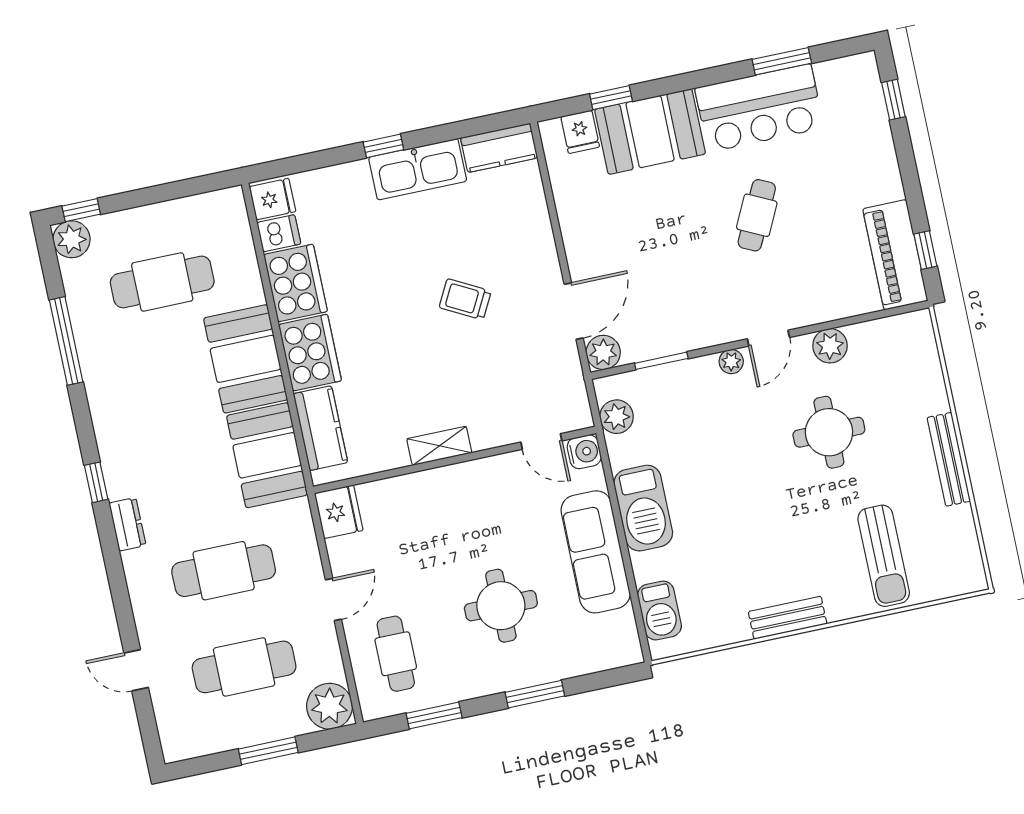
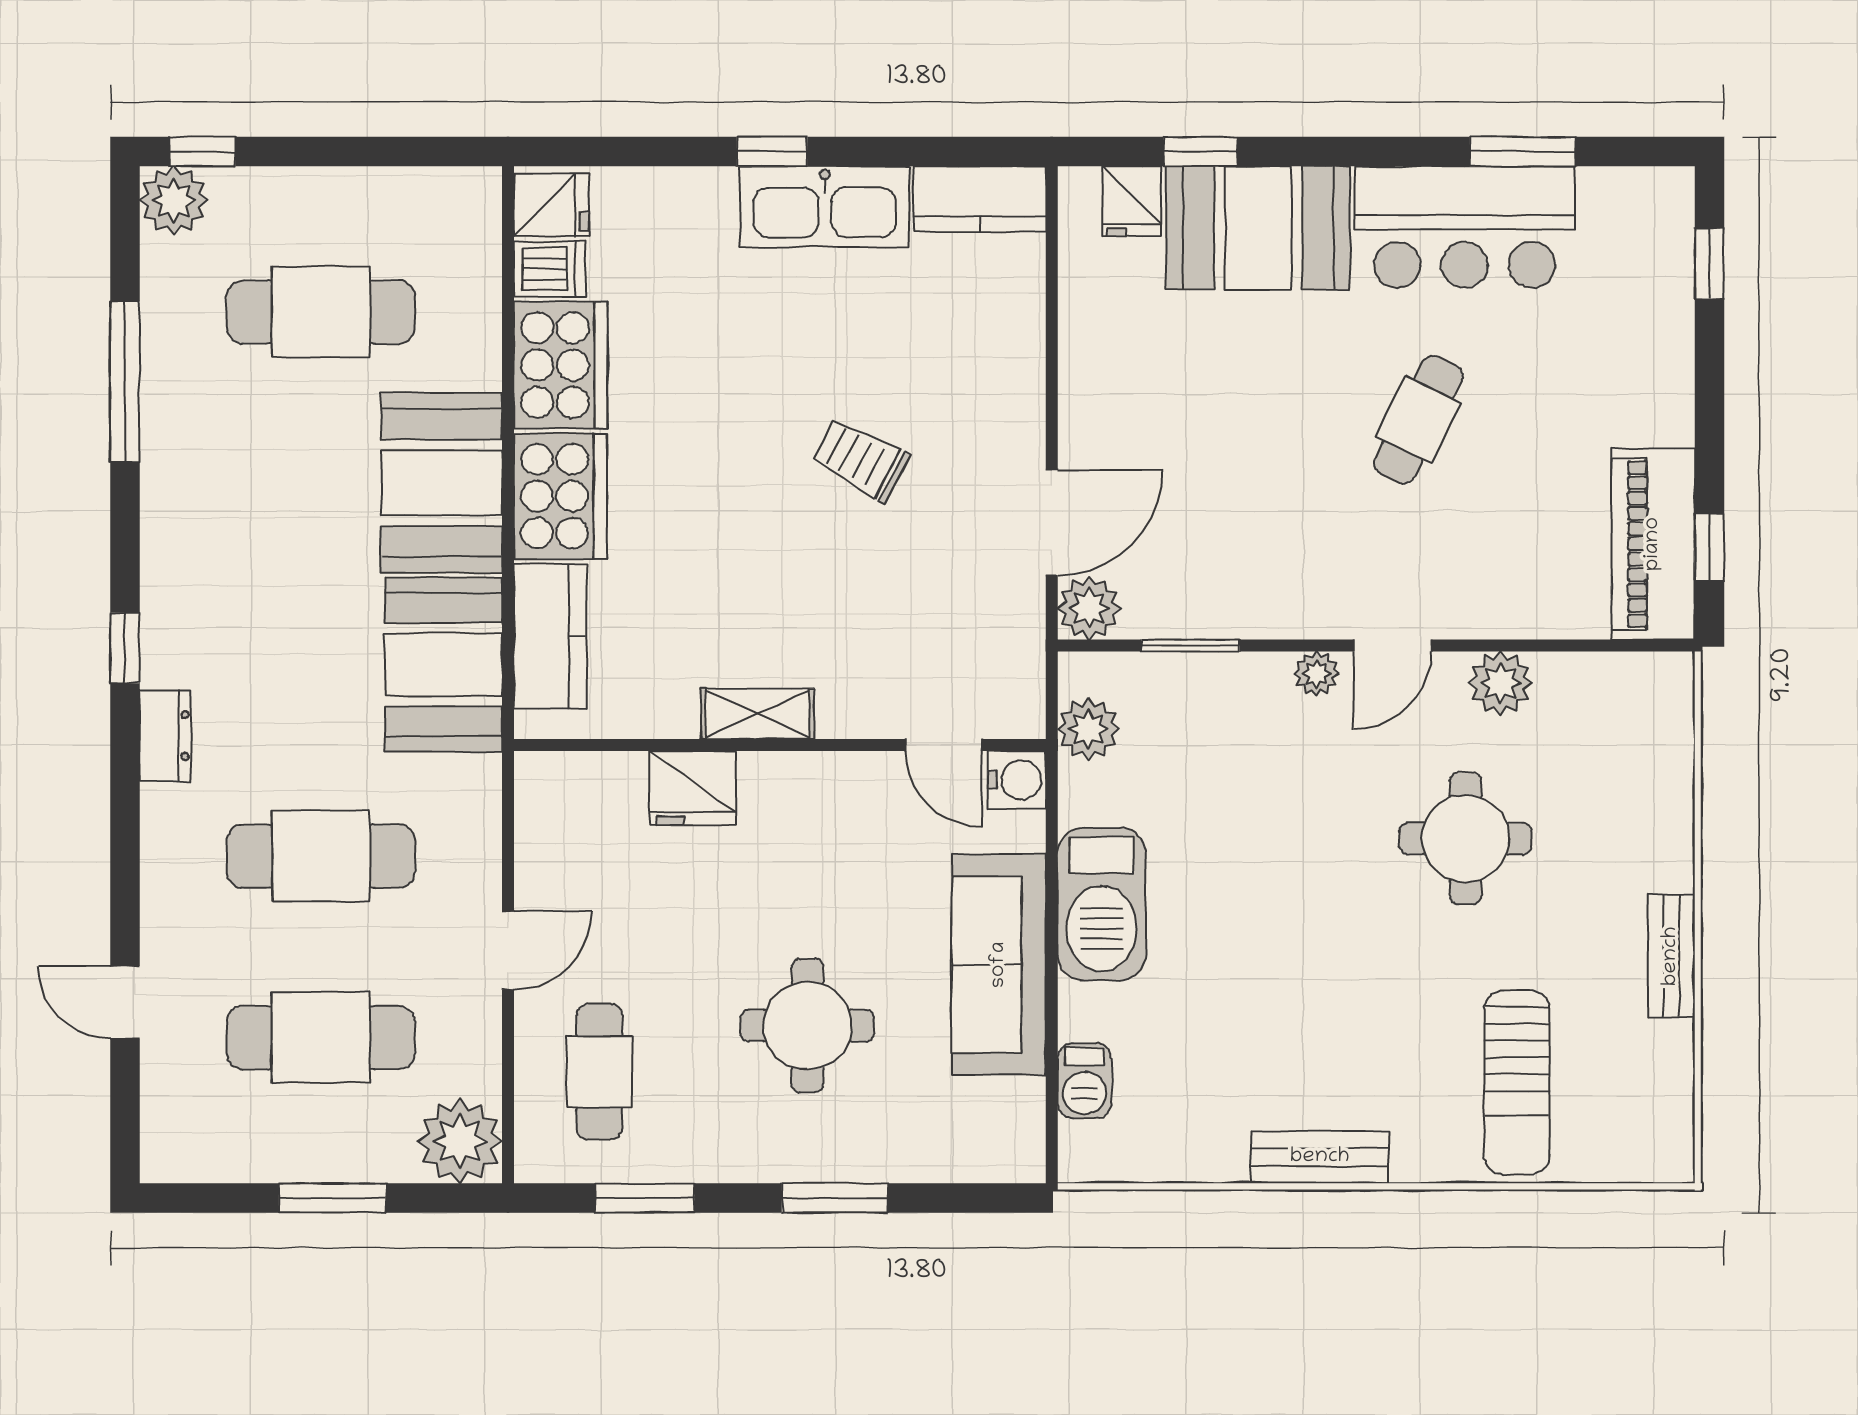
bench: (949, 459) -> (1671, 956), width x0.73
fridge: (339, 512) -> (693, 788), moved, turned 90
barbecue: (659, 611) -> (1084, 1081), width x0.73, depth x0.79

